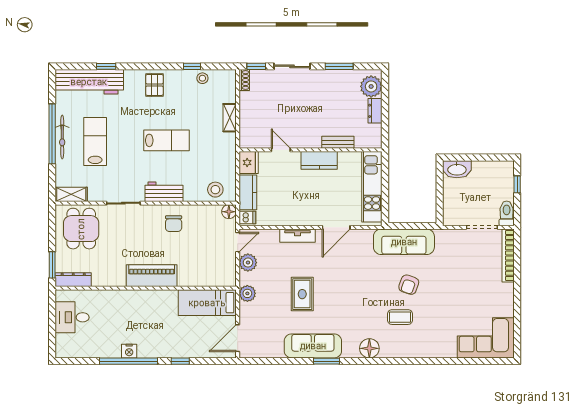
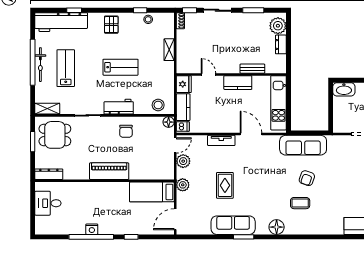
door: (336, 227) -> (251, 134), swing flipped
dining table: (81, 229) -> (55, 135), turned 90
window: (52, 265) -> (33, 142), moved

